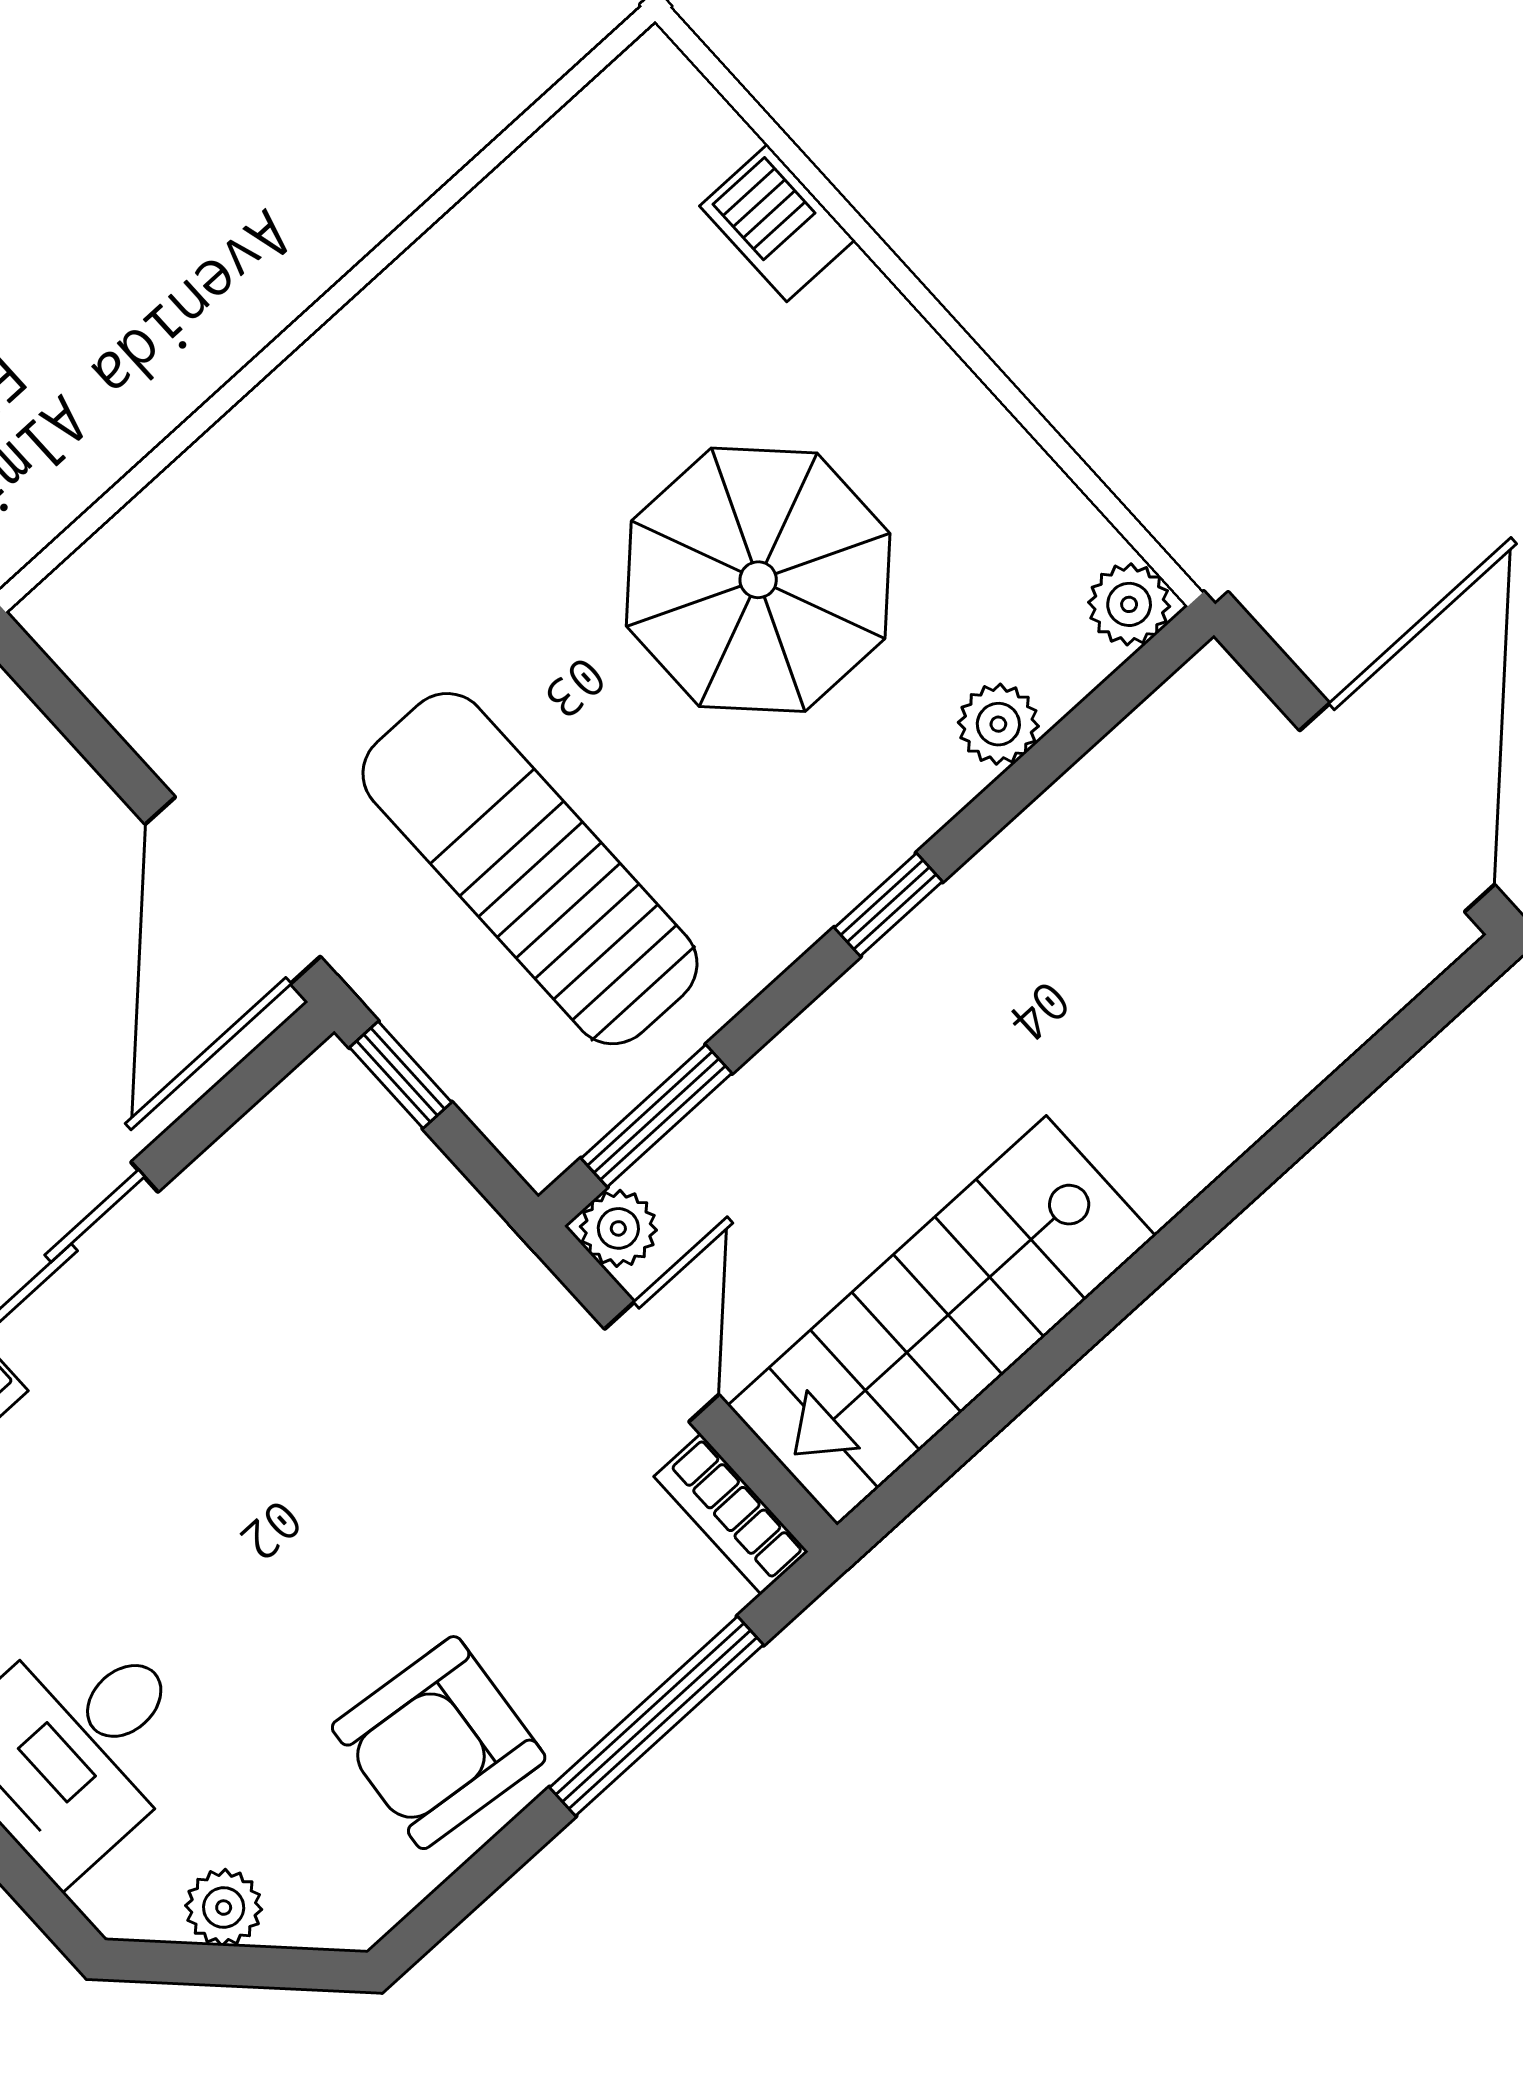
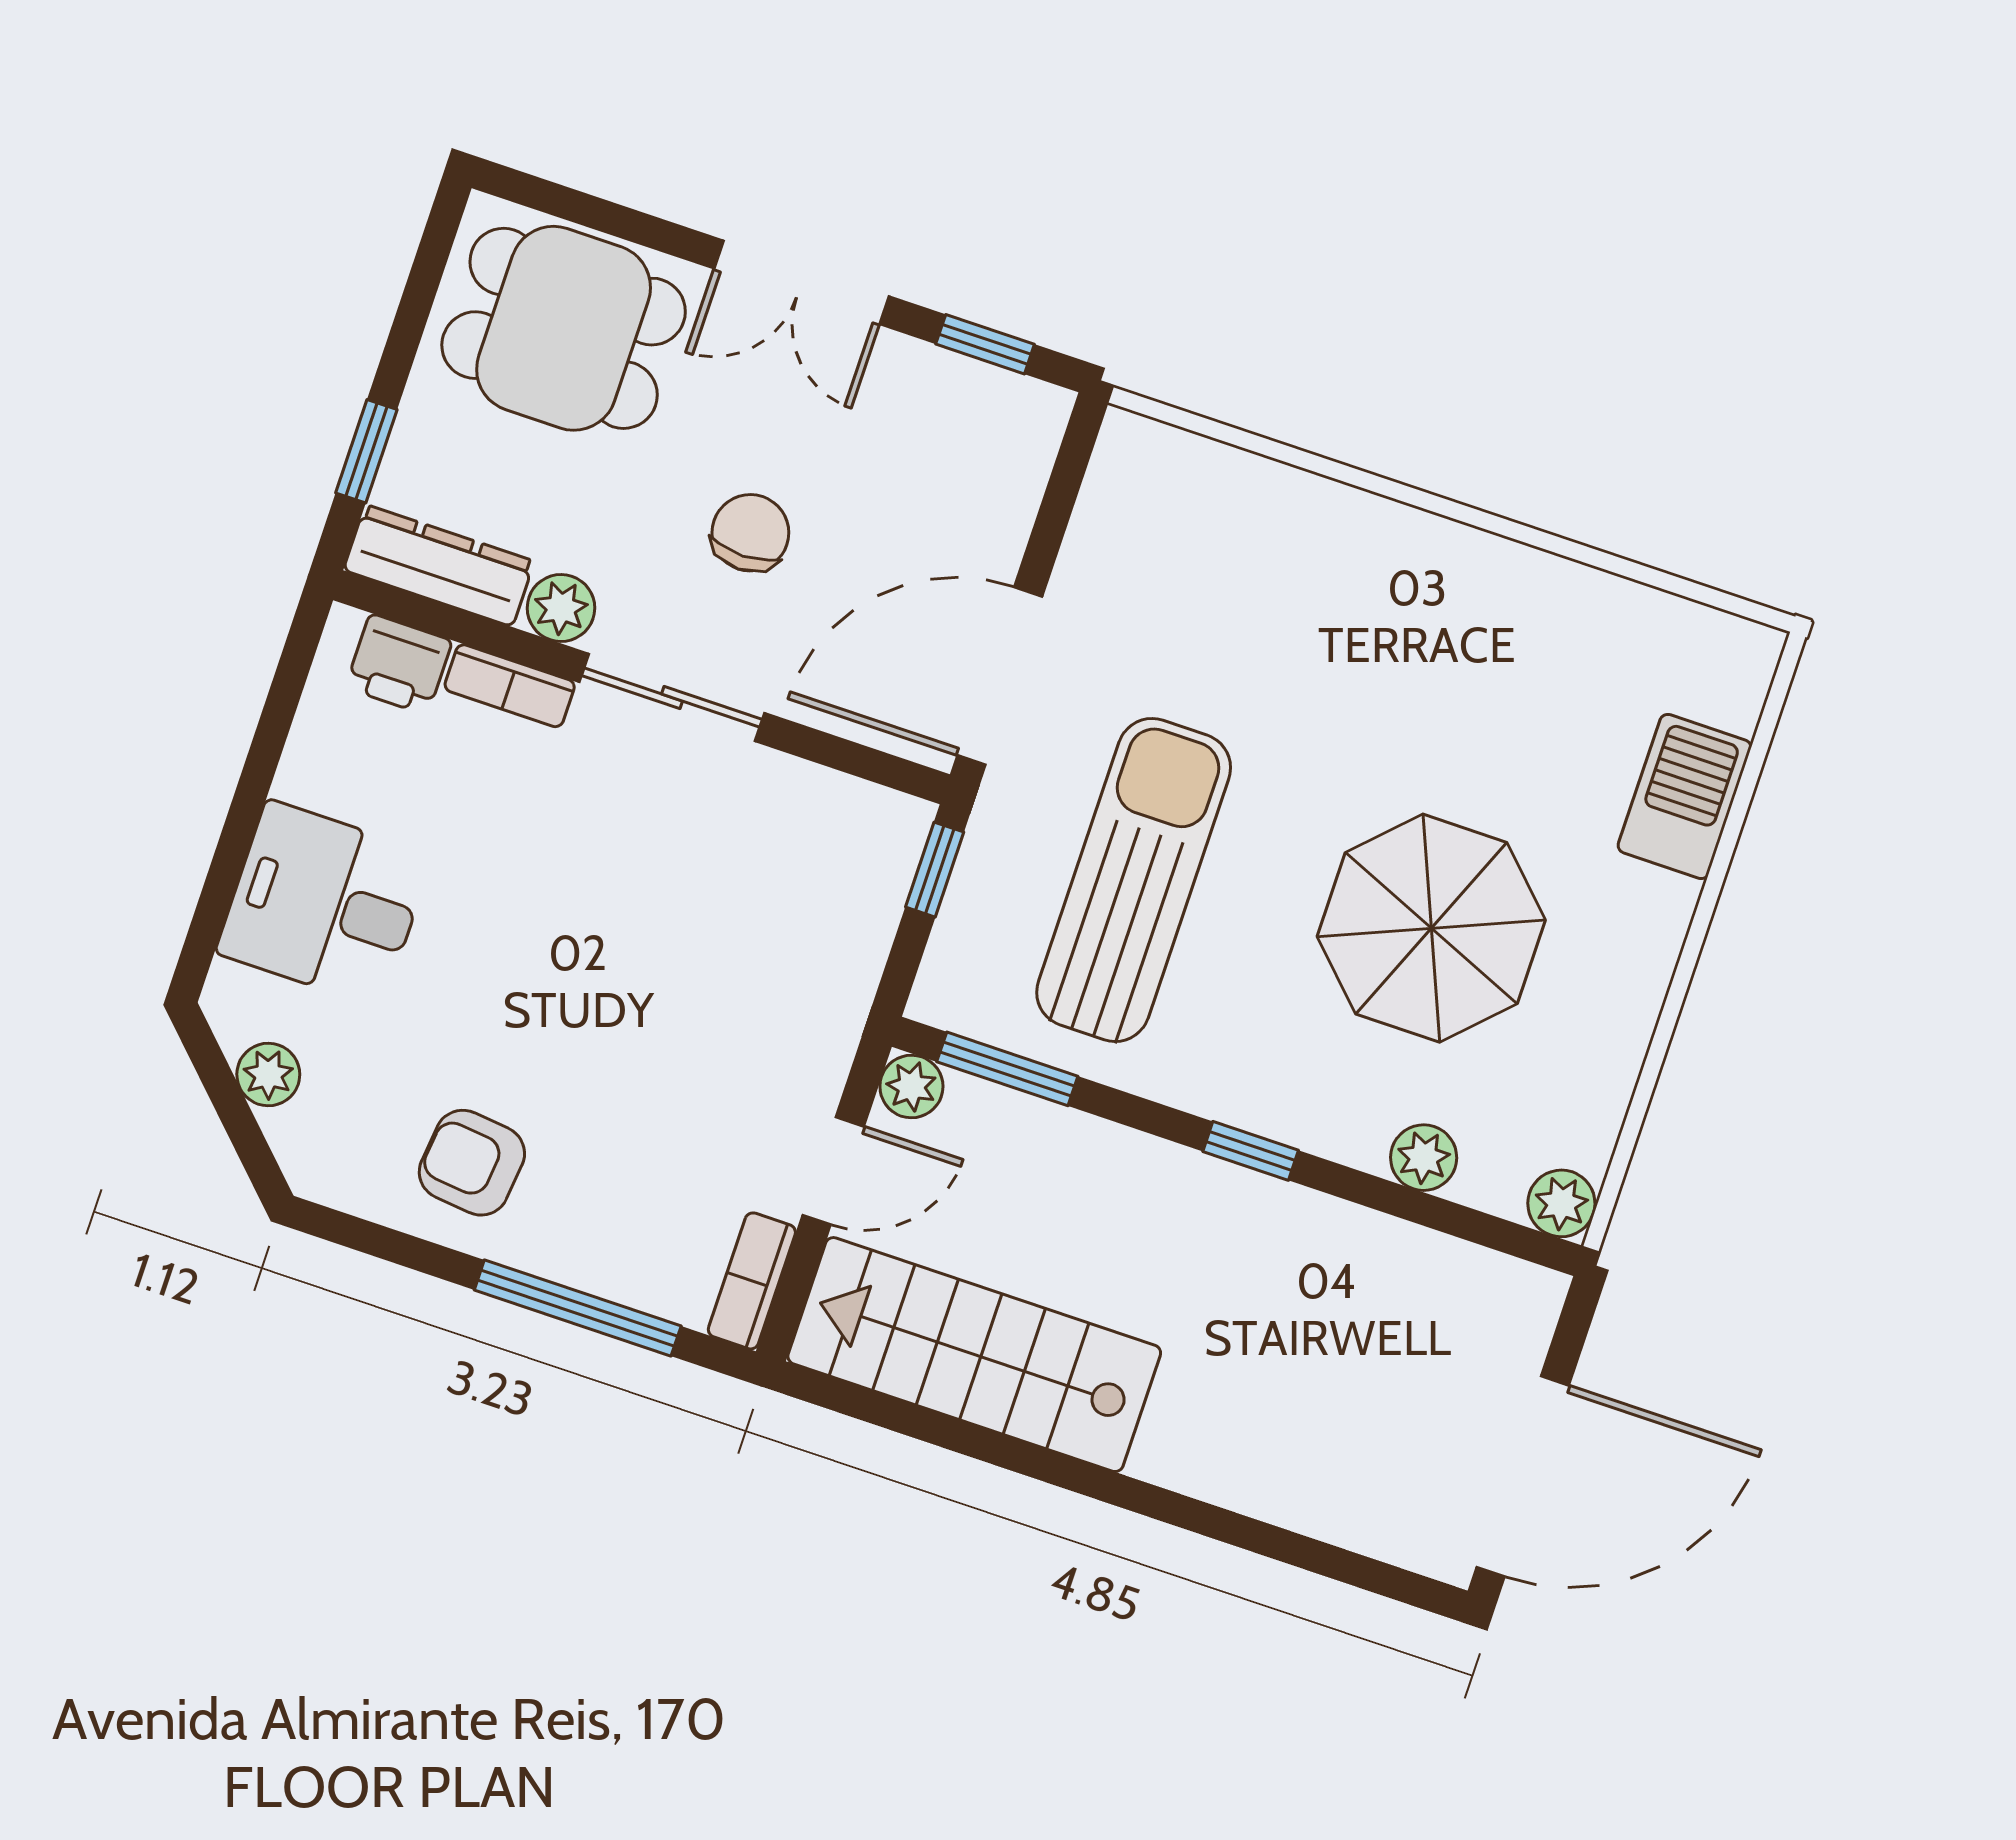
barbecue: (777, 223) -> (1685, 796), width x1.38, depth x1.27
armchair: (439, 1743) -> (472, 1163), width x0.72, depth x0.72

